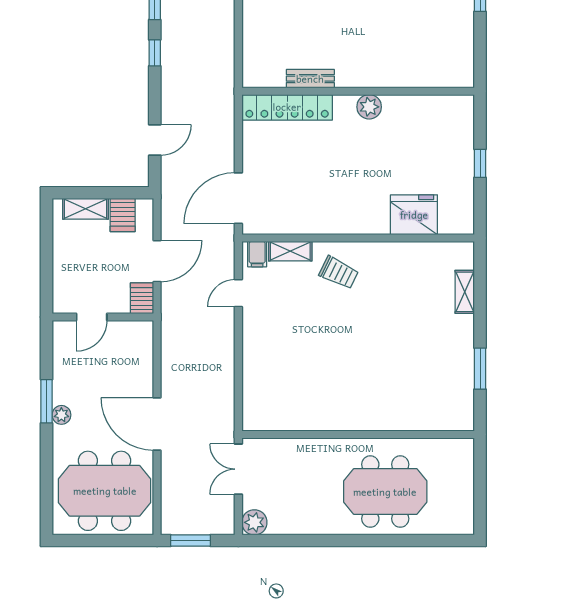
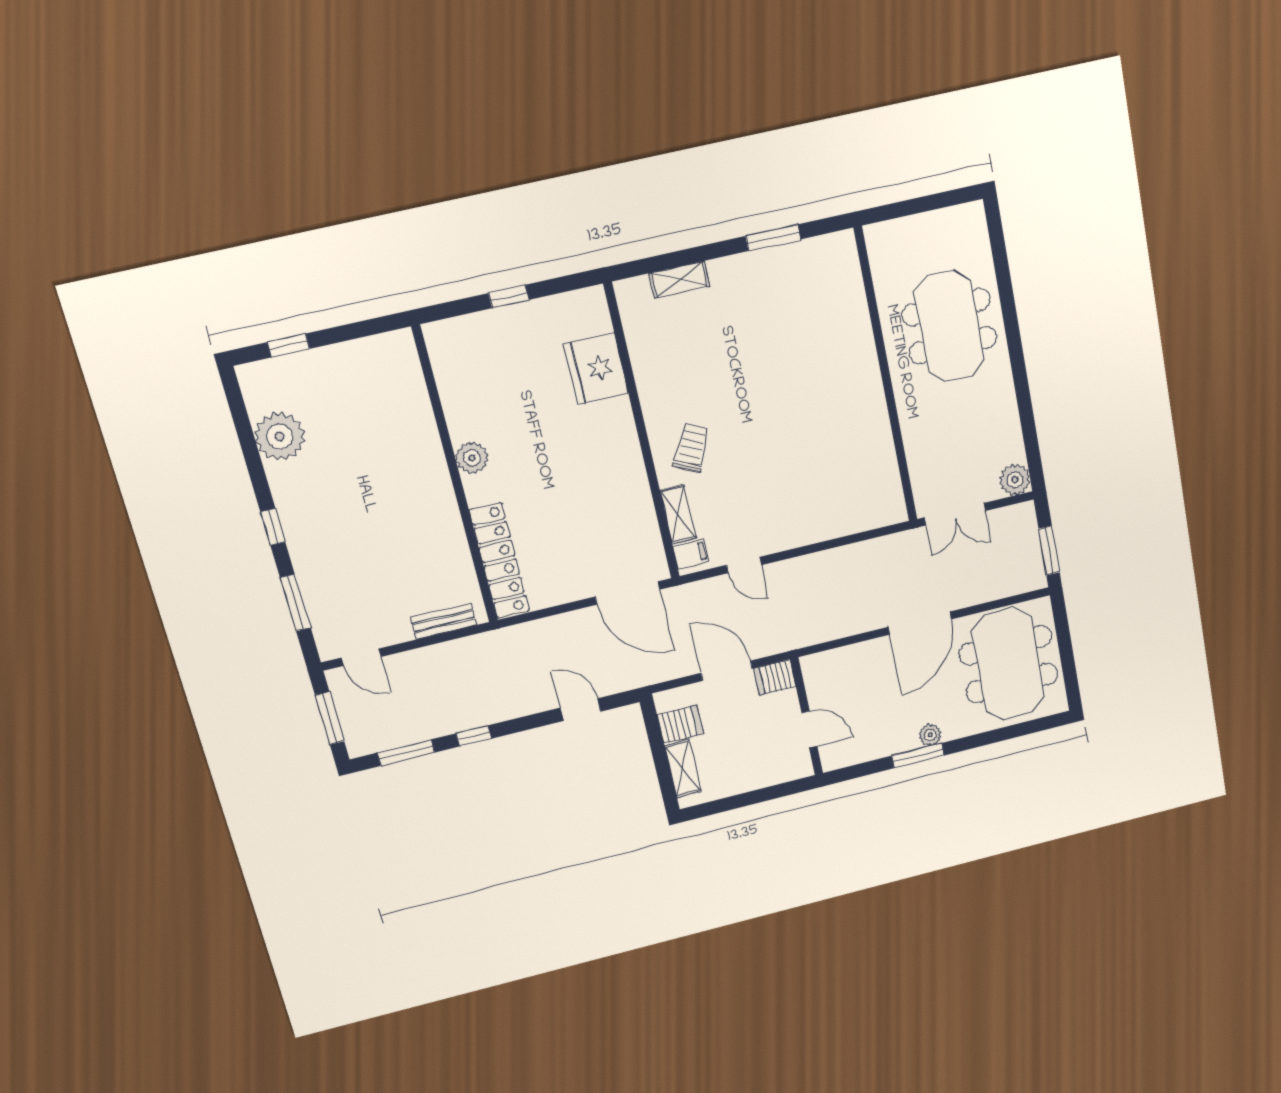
bench: (310, 79) -> (443, 621), moved, turned 90

